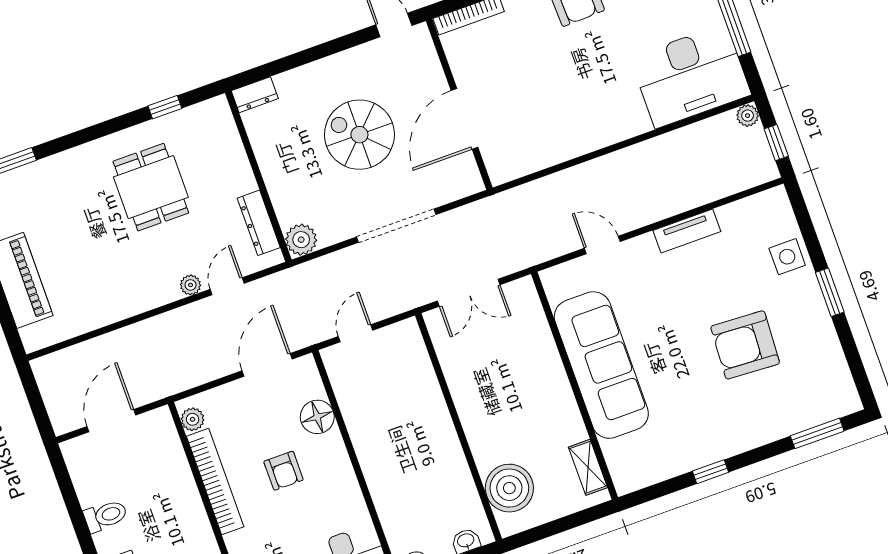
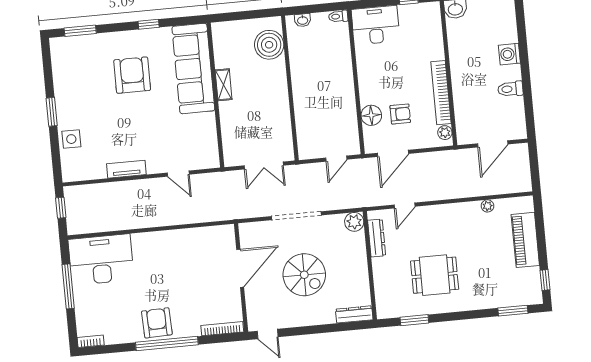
dresser: (255, 95) -> (354, 314), width x1.44
window: (165, 107) -> (414, 320), width x1.50
plant: (748, 116) -> (73, 228), removed
dining table: (151, 187) -> (435, 275), turned 90
plant: (191, 285) -> (488, 206), moved
double door: (469, 293) -> (264, 166), swing flipped
armchair: (745, 345) -> (132, 75), moved, turned -93
sofa: (601, 365) -> (193, 69), moved
shelving: (588, 467) -> (224, 85), moved
armchair: (284, 471) -> (400, 114), moved, turned 90

